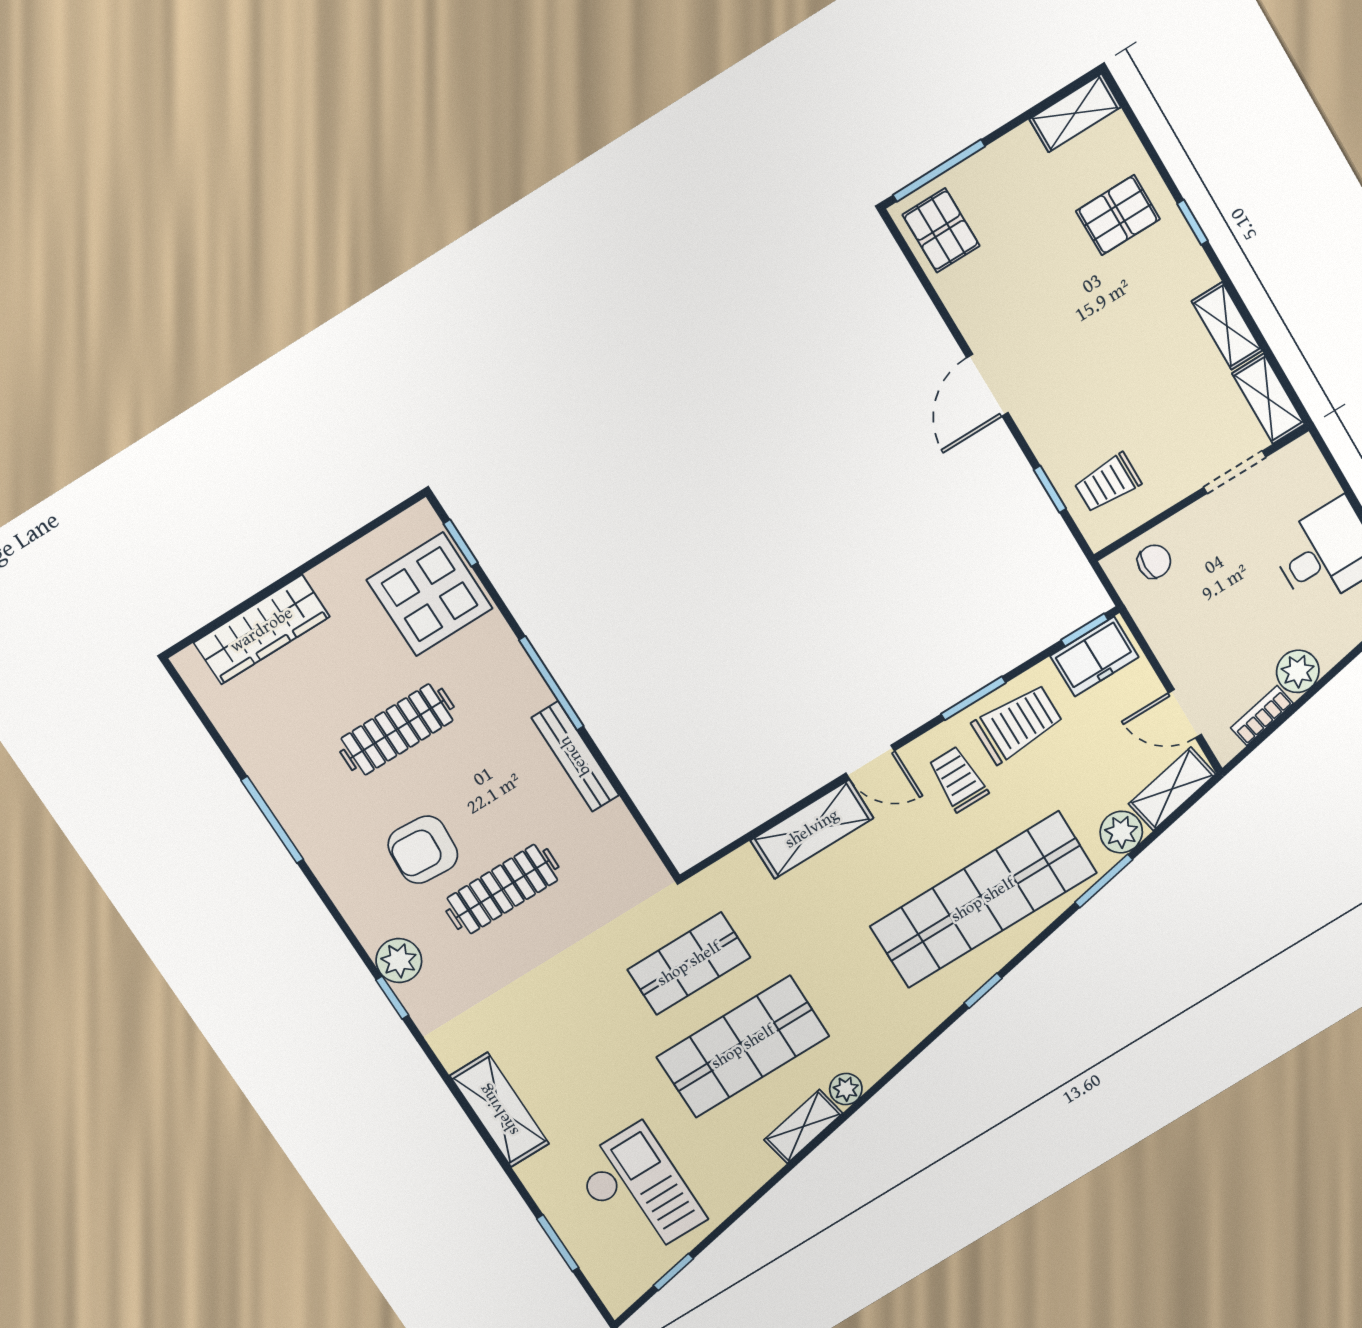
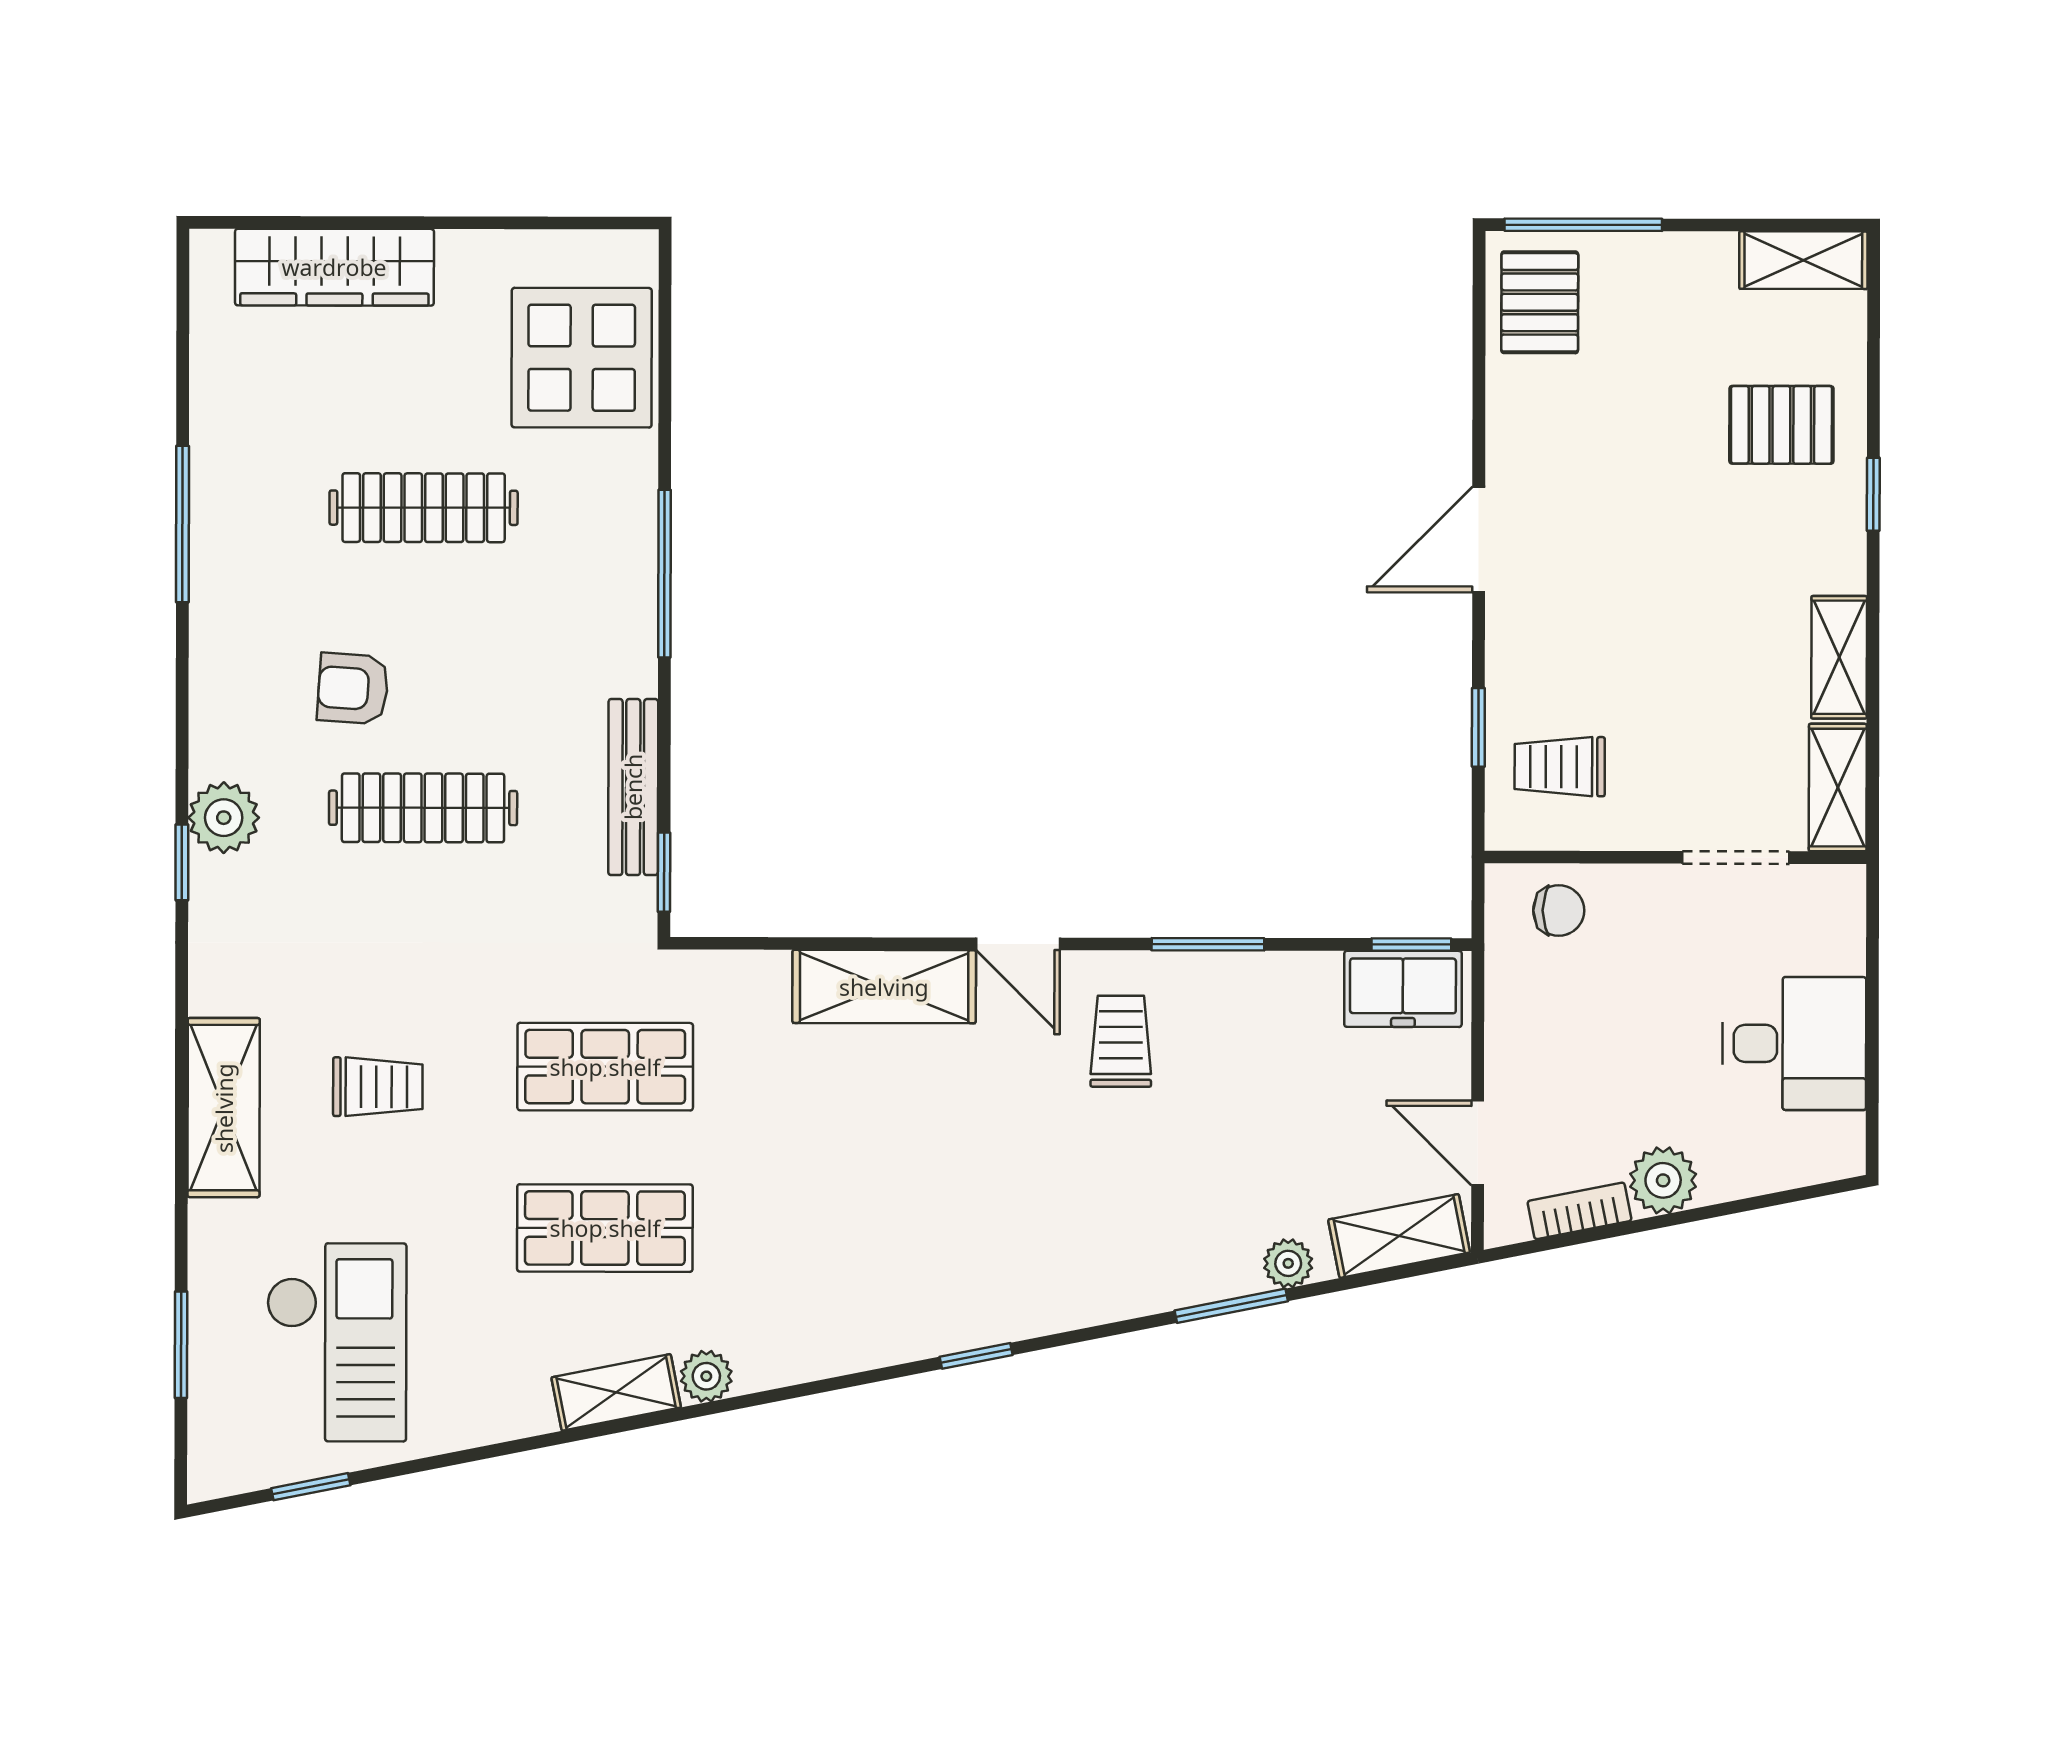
window: (461, 543) -> (664, 872), moved
trolley: (1017, 724) -> (378, 1087), moved, width x0.73, depth x0.72
bench: (575, 756) -> (633, 787), moved
plant: (1121, 832) -> (1288, 1263), width x0.73, depth x0.73
armchair: (423, 850) -> (353, 688), width x0.72, depth x0.72
shop shelf: (983, 900) -> (1054, 1229), removed
shop shelf: (743, 1047) -> (605, 1228), width x0.70, depth x0.74

